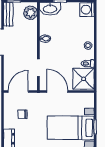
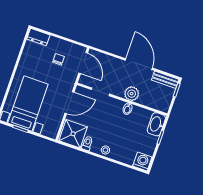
plant: (31, 13) -> (132, 94), moved

